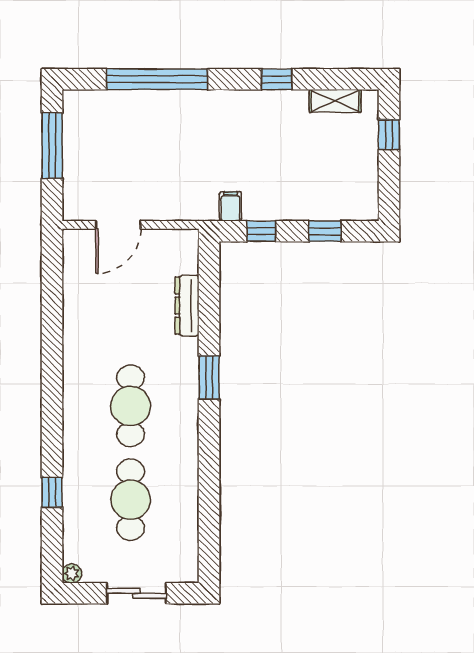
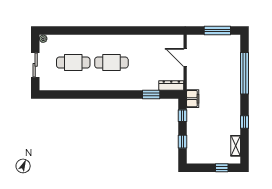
filing cabinet: (230, 206) -> (193, 99), width x2.00
dresser: (187, 306) -> (171, 86), moved
window: (209, 377) -> (151, 94), moved
window: (52, 492) -> (76, 31), removed

